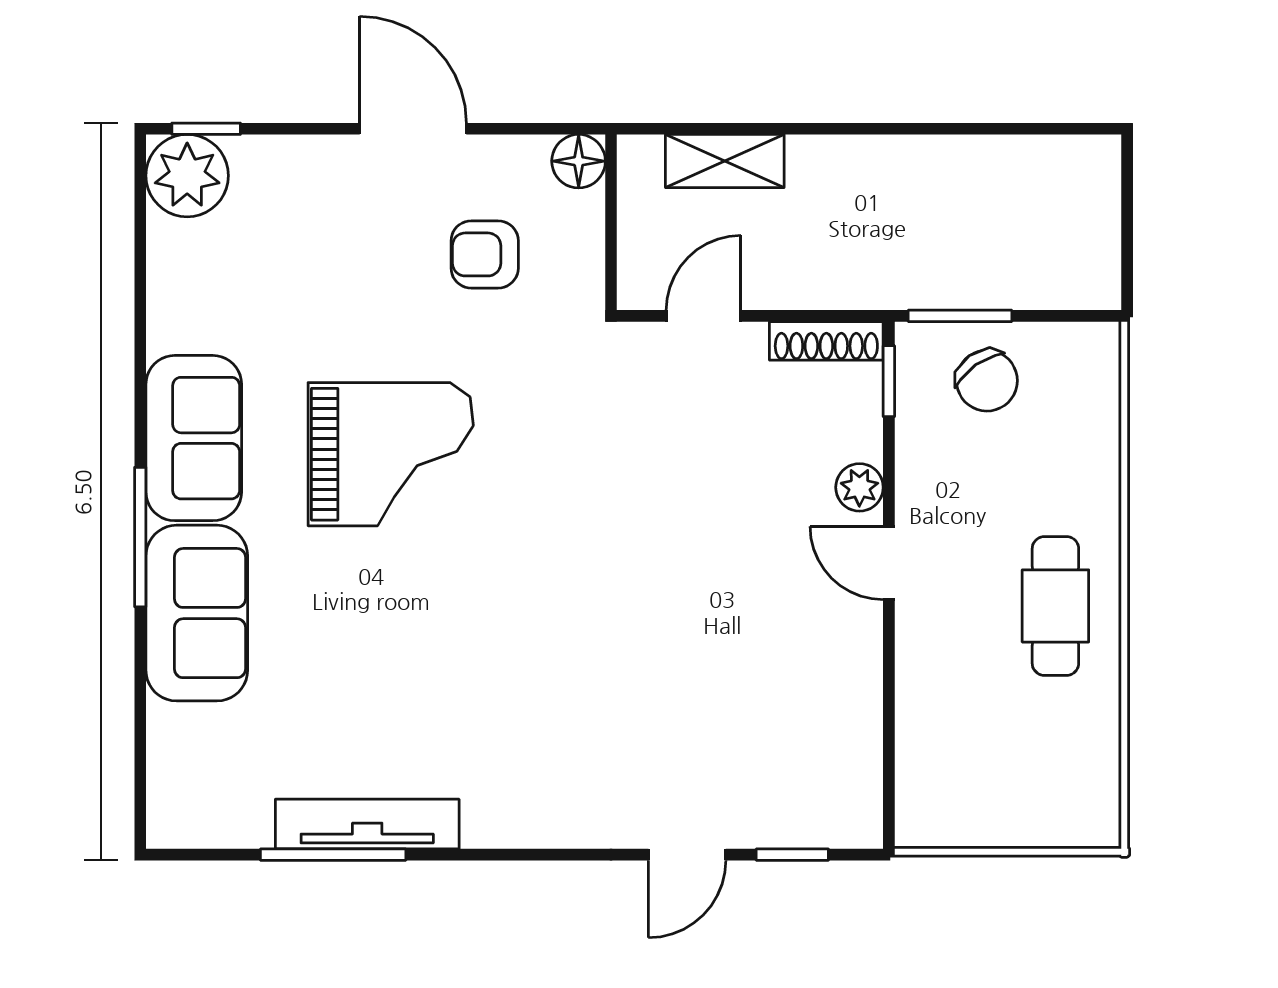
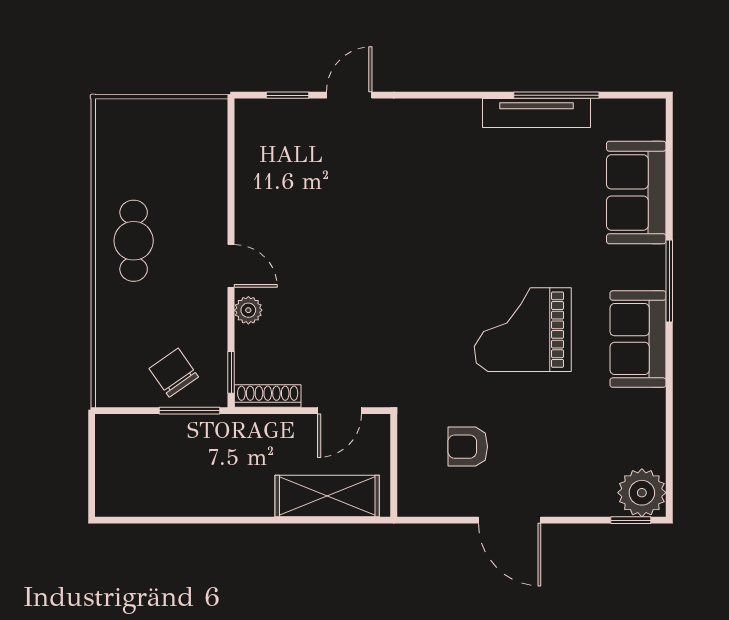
floor lamp: (579, 161) -> (413, 501), removed
shelving: (725, 161) -> (327, 496), width x1.50, depth x1.33
armchair: (485, 254) -> (468, 447), turned 180
sofa: (197, 613) -> (636, 193), moved

